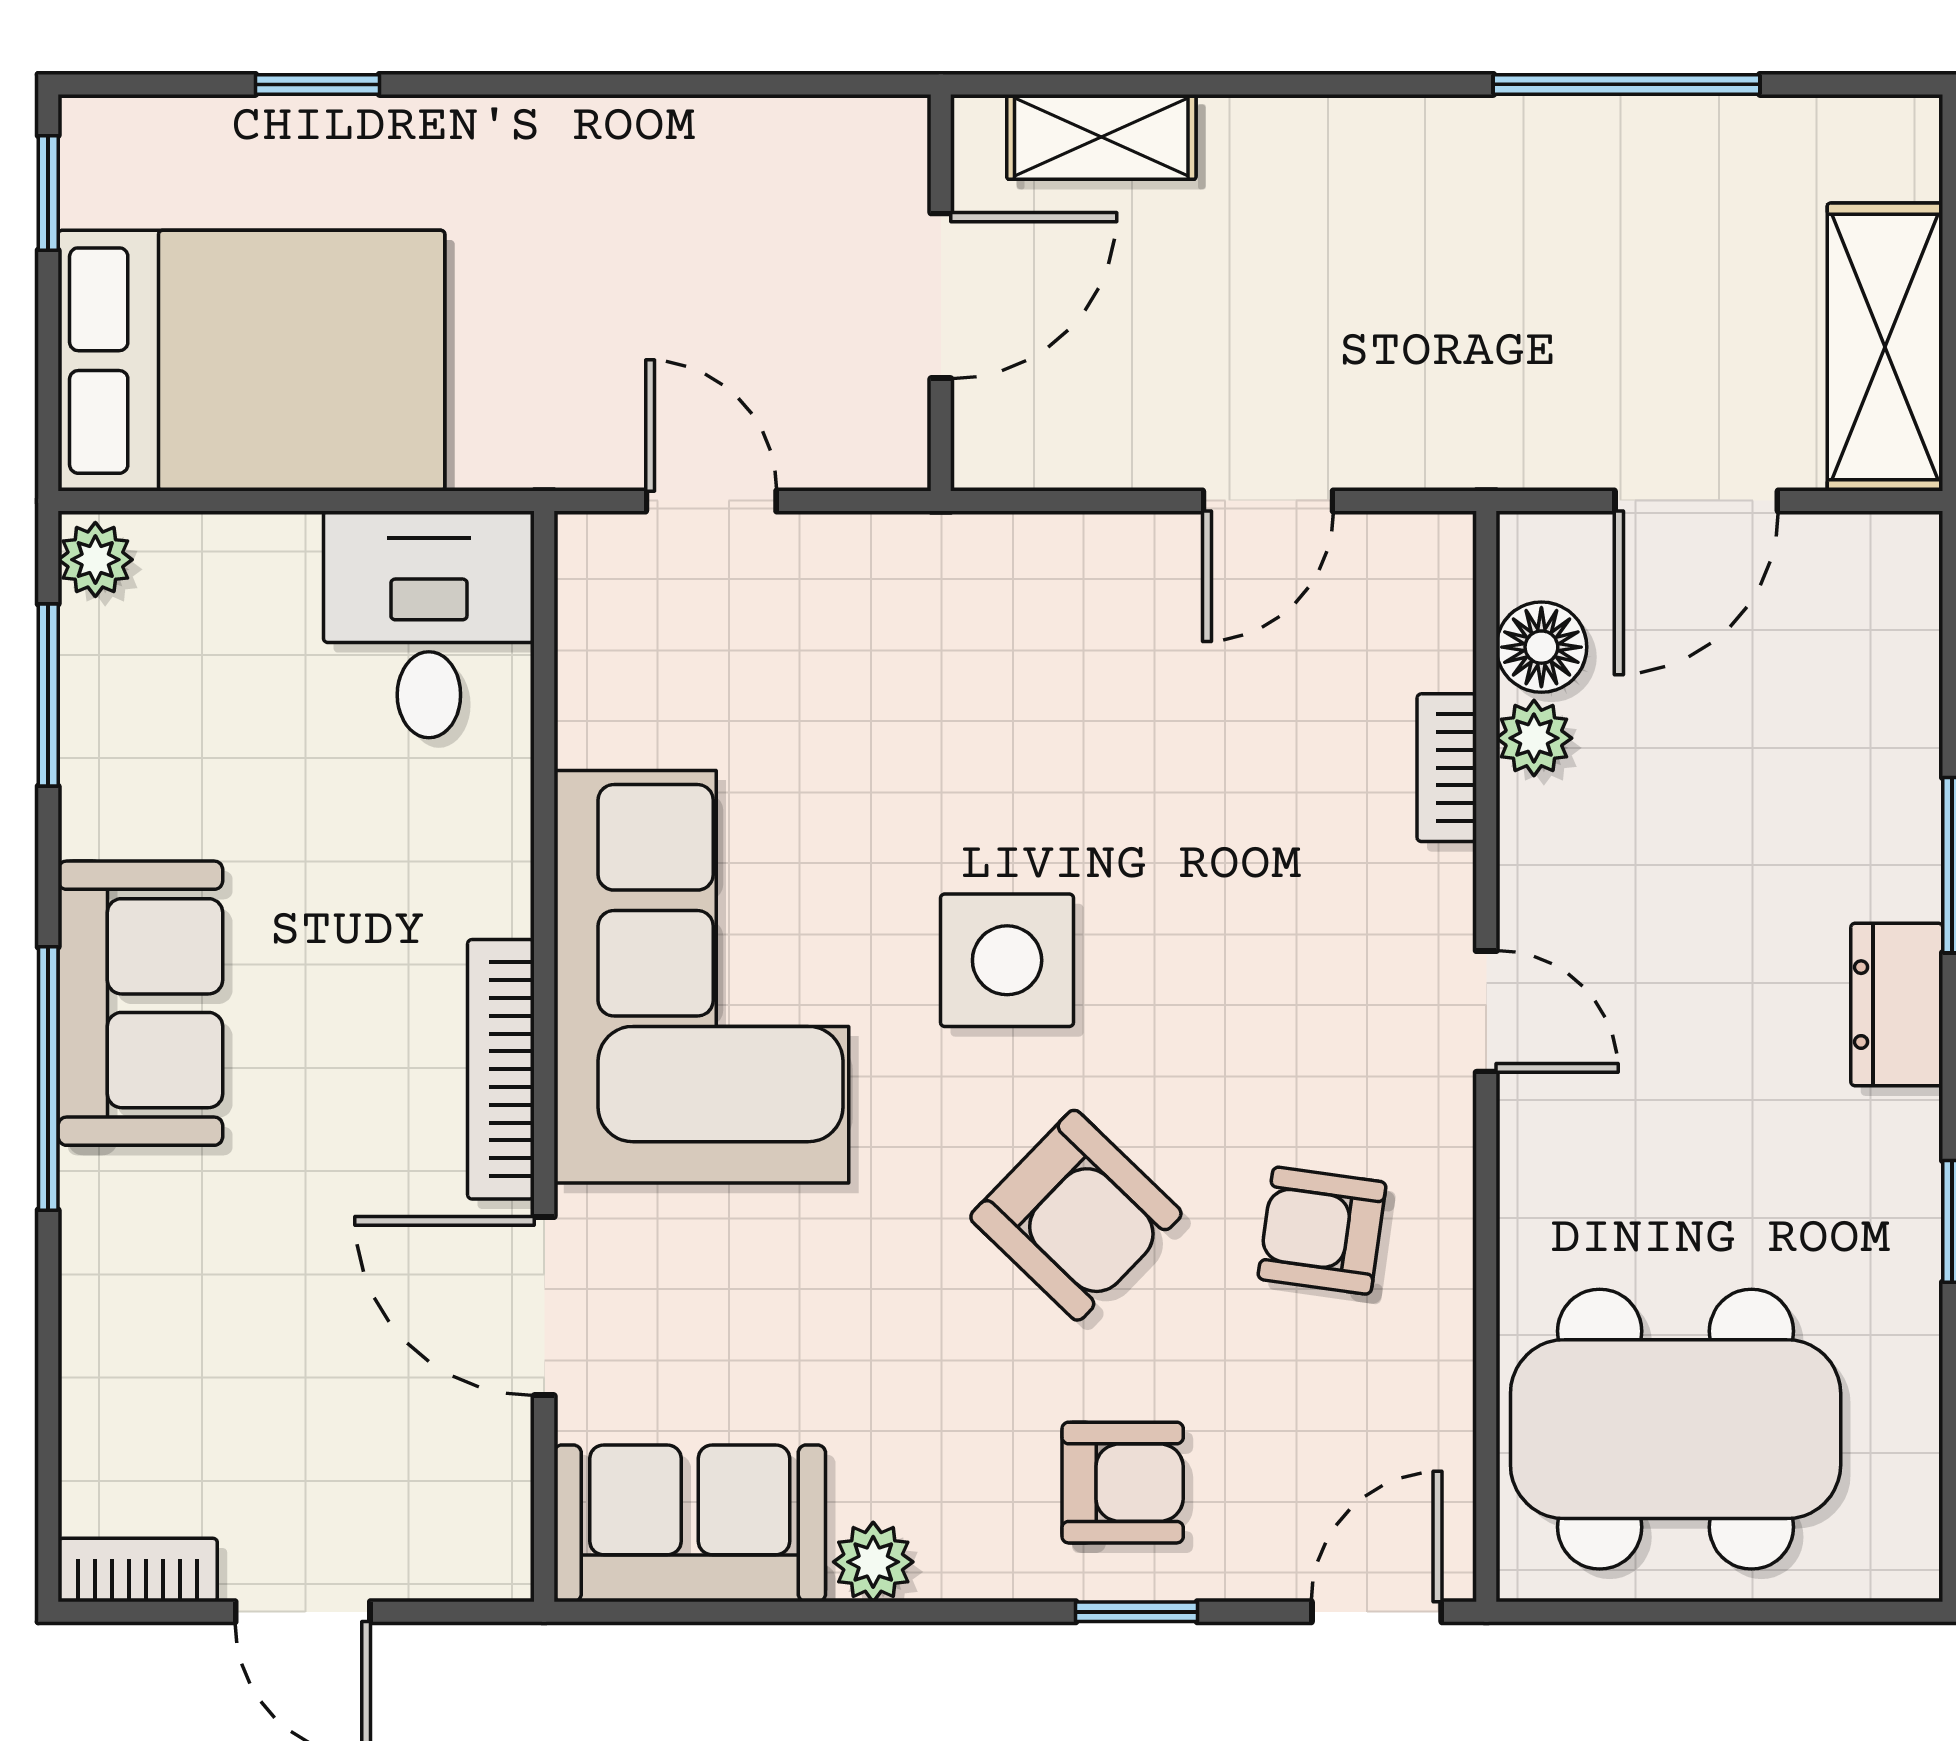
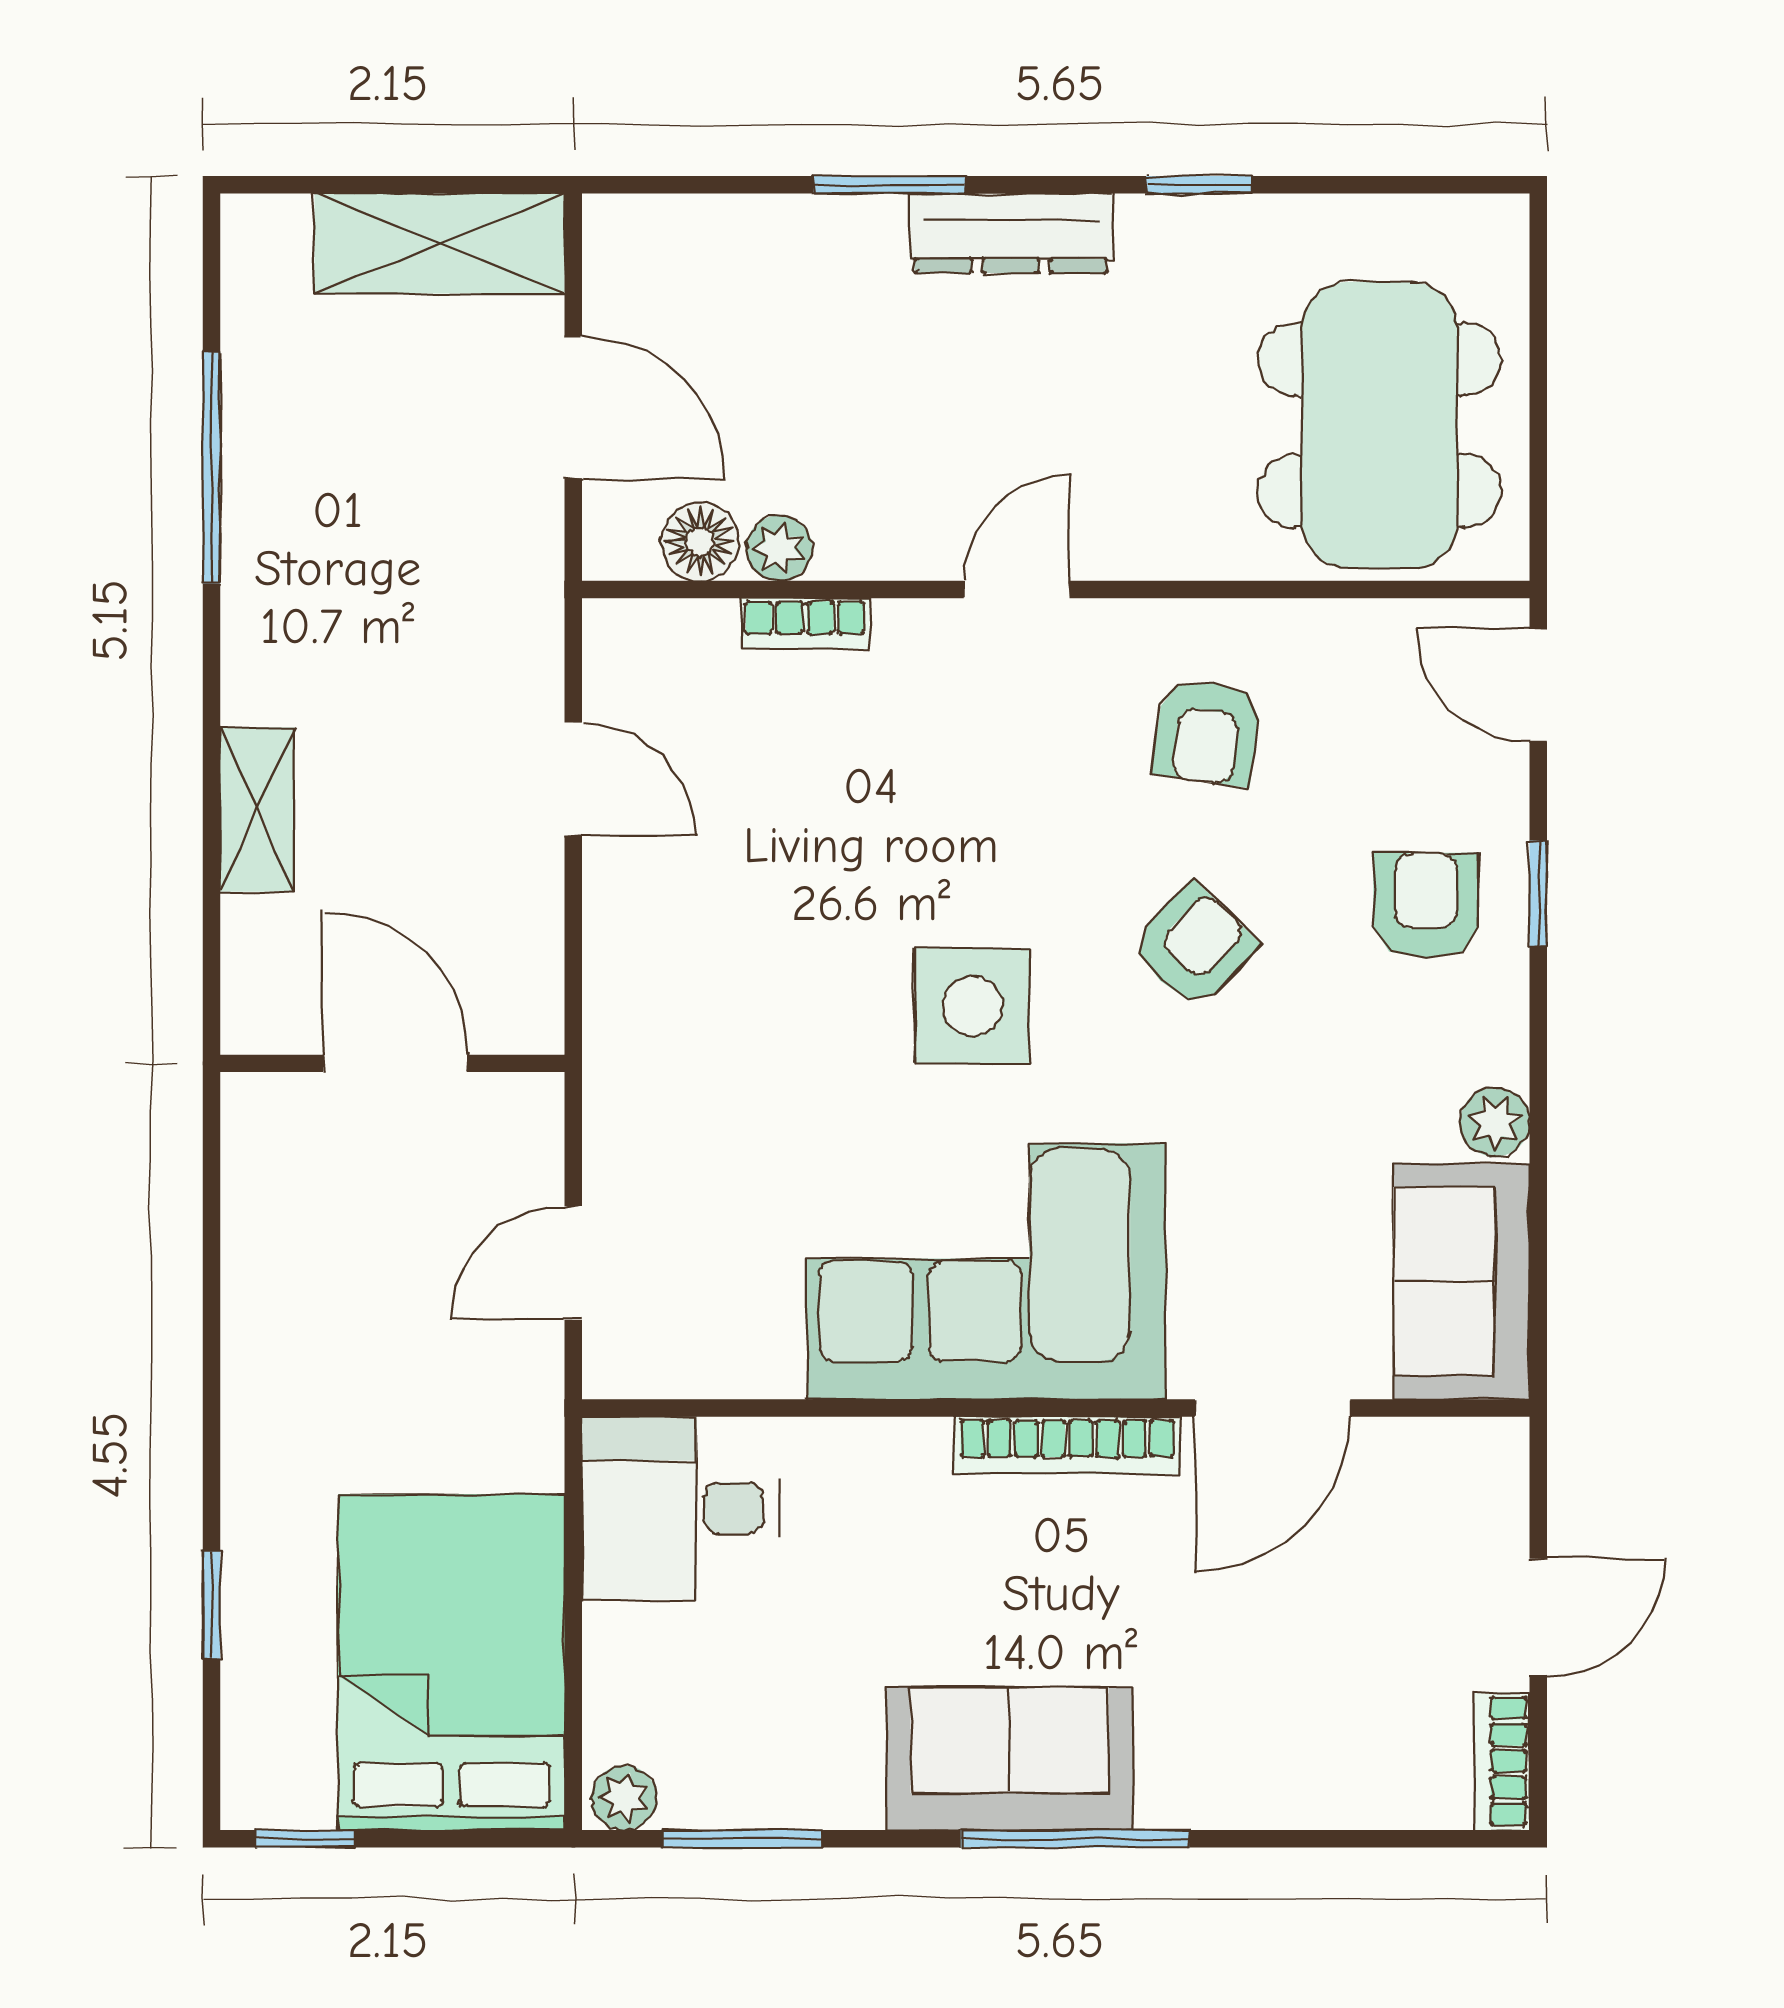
shelving: (1101, 137) -> (257, 809), moved
dresser: (1897, 1005) -> (1011, 233), width x1.44
armchair: (1076, 1215) -> (1194, 946), width x0.72, depth x0.72

